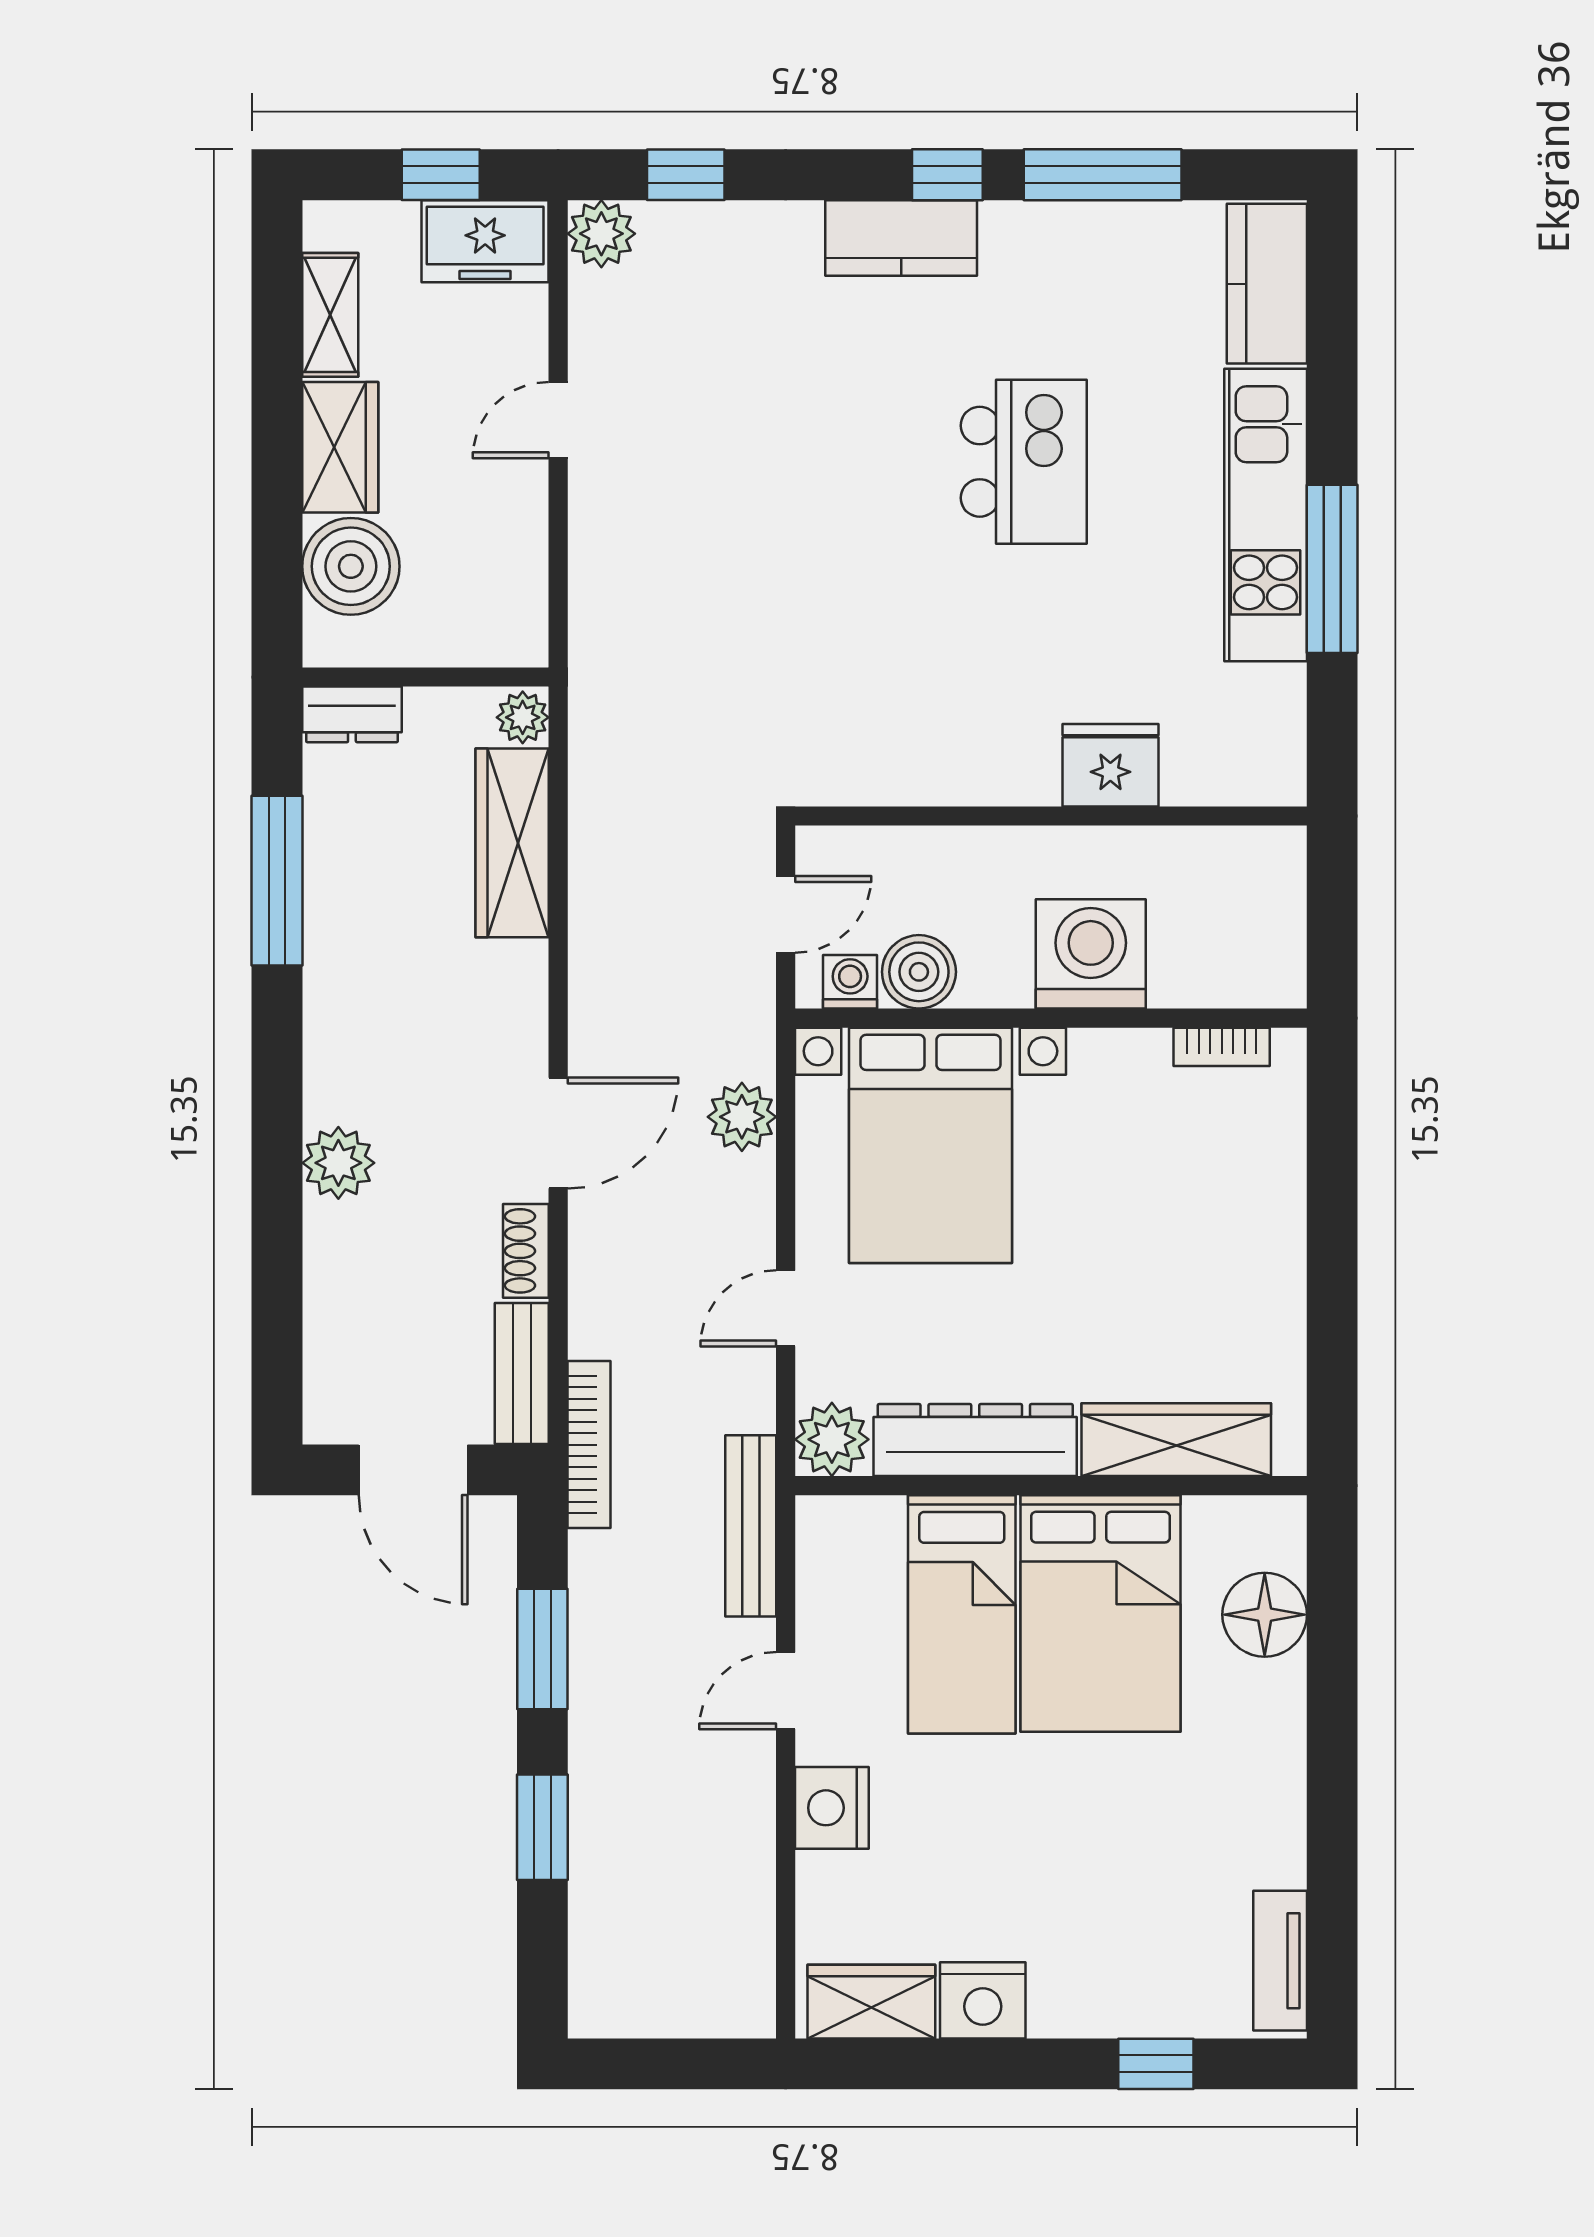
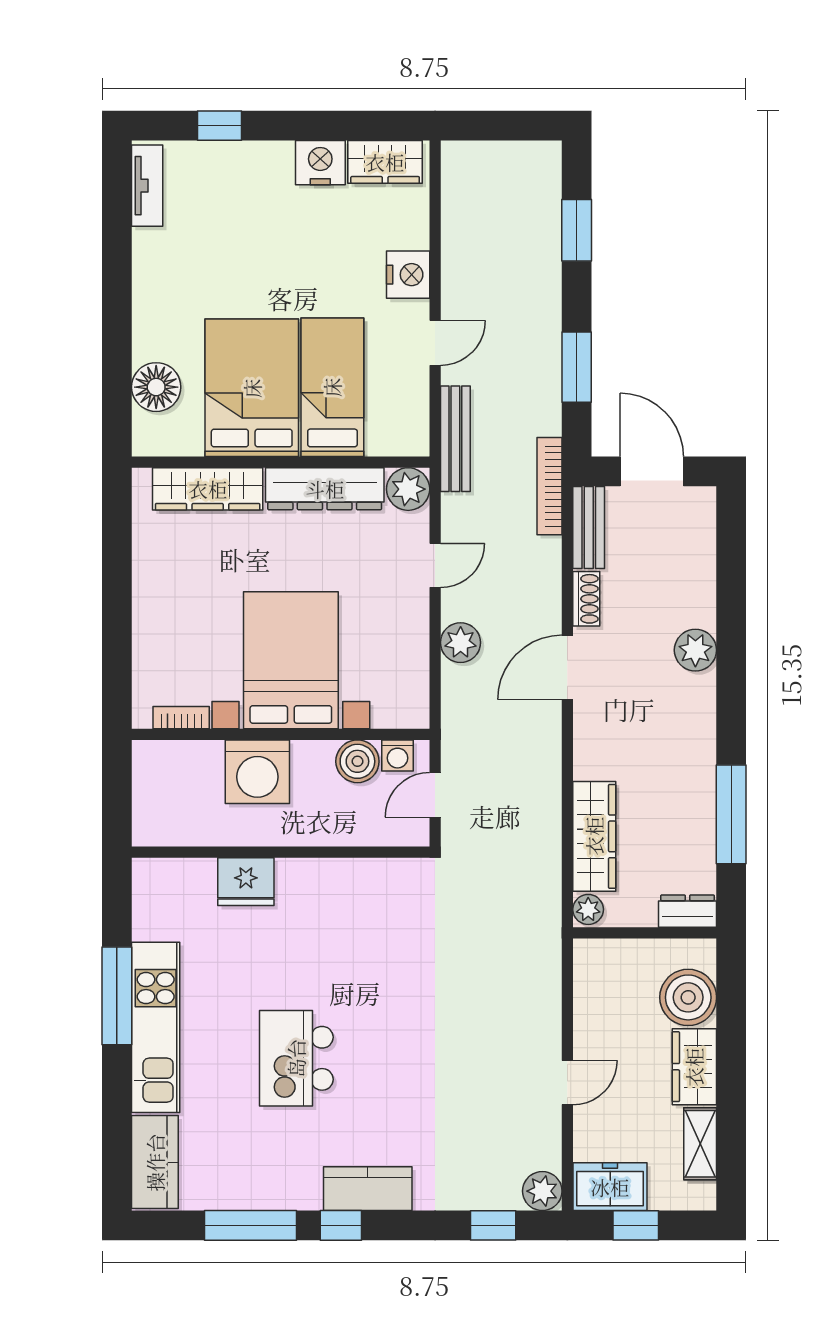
plant: (742, 1117) -> (461, 643), moved
bed with nightstands: (930, 1145) -> (291, 660), moved
window: (542, 1827) -> (577, 230), moved

